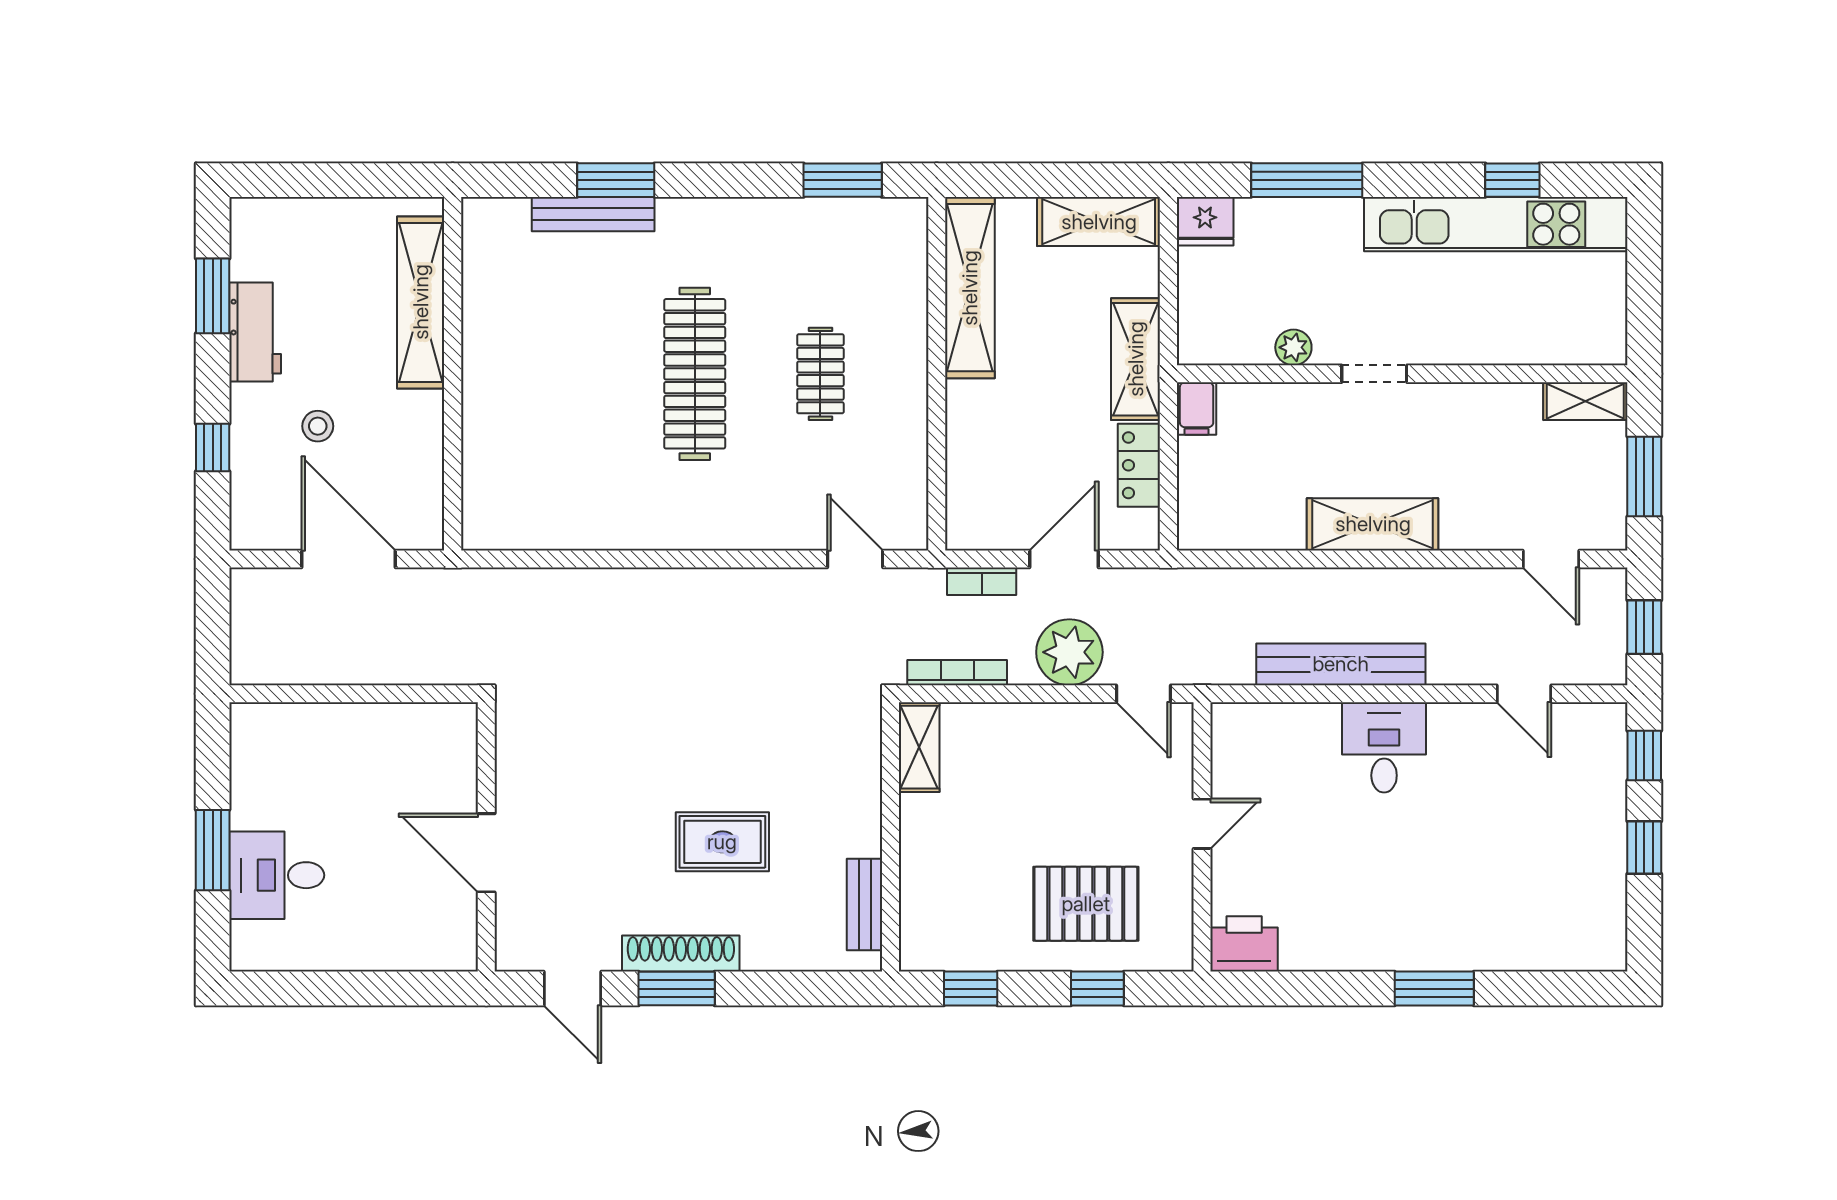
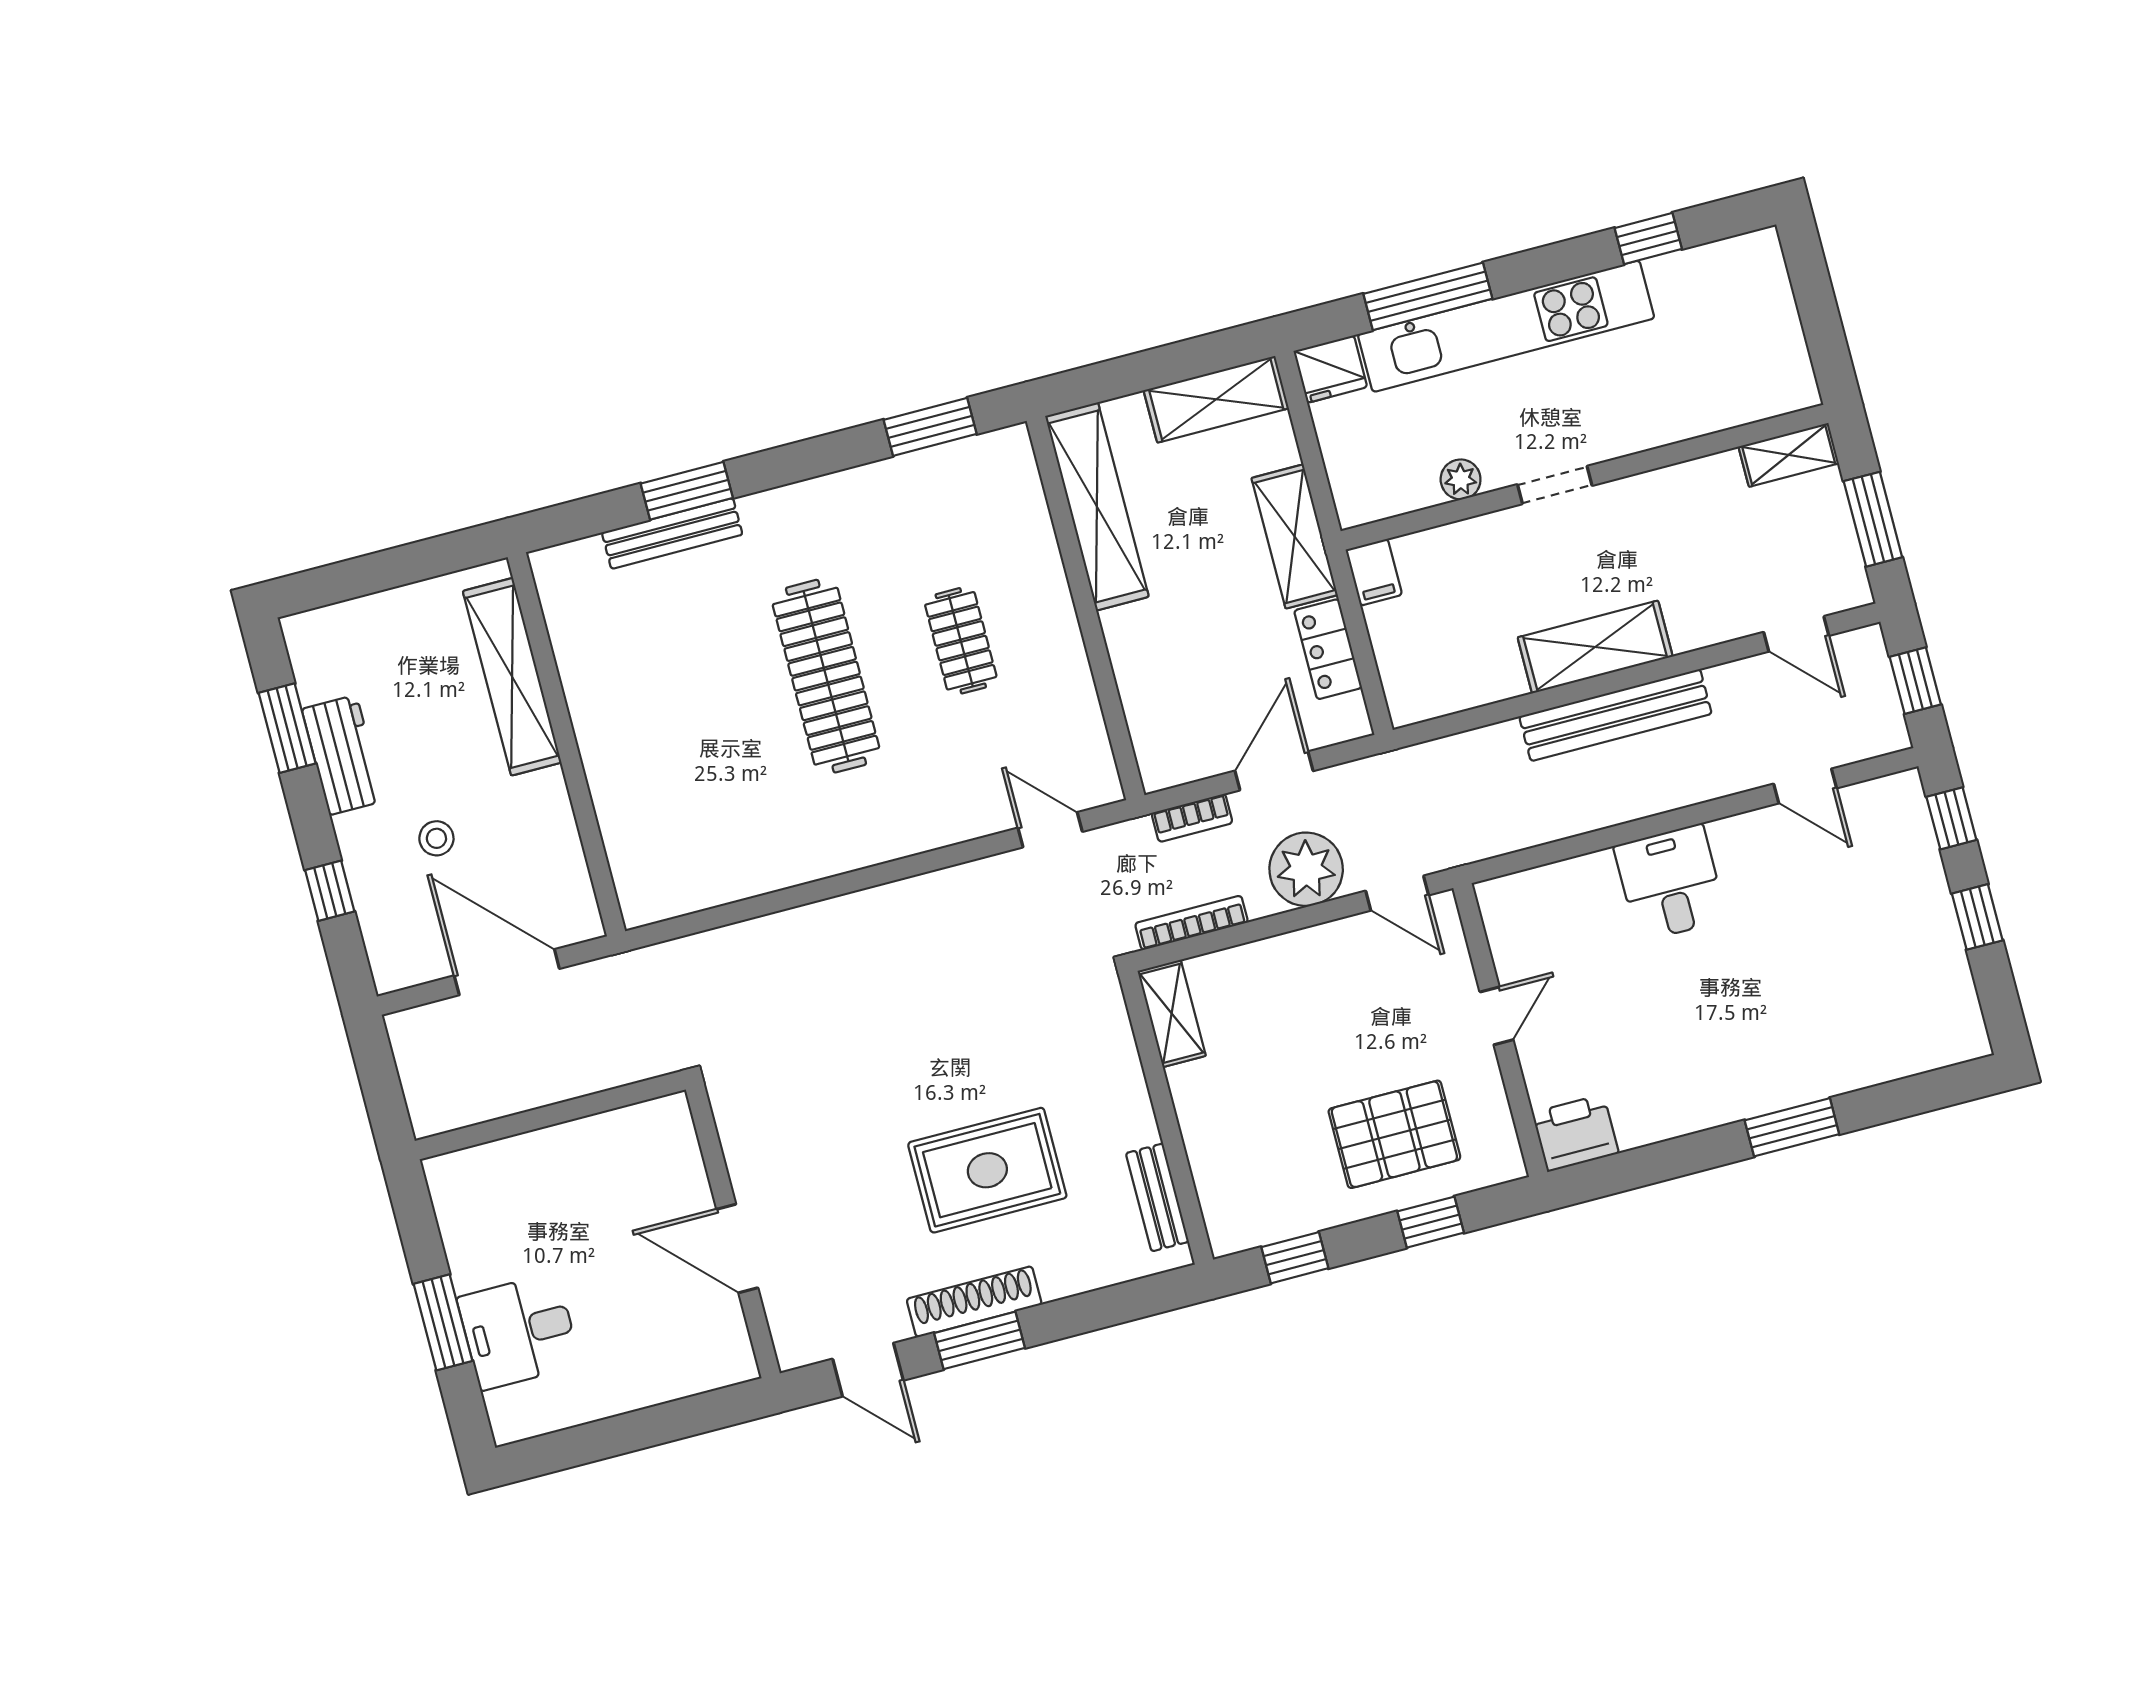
kitchen unit: (1496, 224) -> (1506, 326), moved
bench: (1341, 664) -> (1615, 715), moved
rug: (722, 842) -> (987, 1170), width x1.36, depth x1.43

